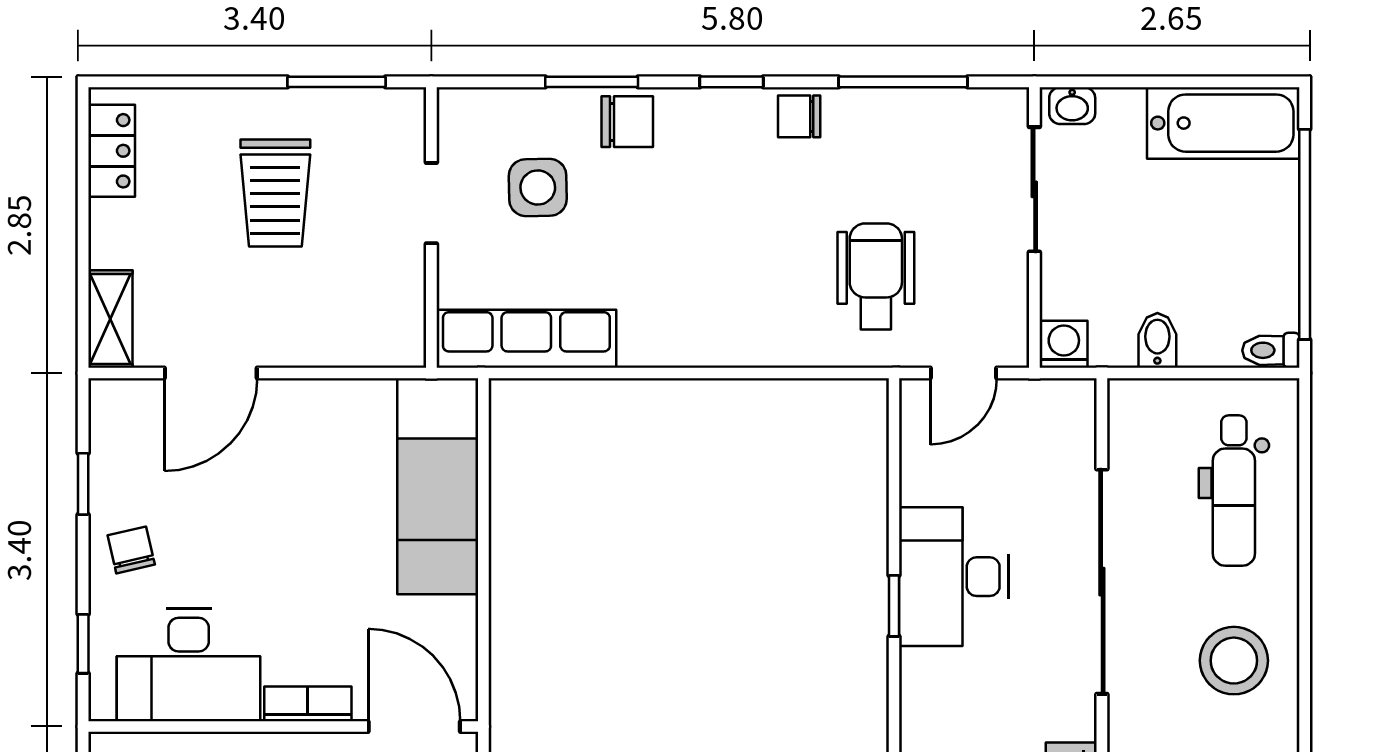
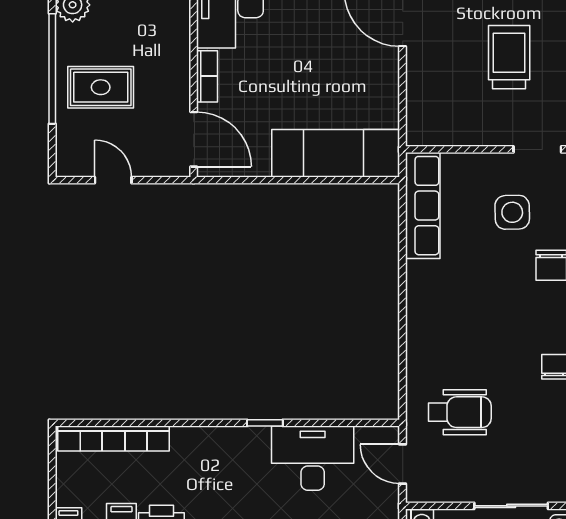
trolley: (275, 193) -> (509, 57), turned 90
doorway: (431, 203) -> (537, 149), moved
desk: (954, 577) -> (313, 458), moved
door: (414, 726) -> (194, 139), hinge flipped

